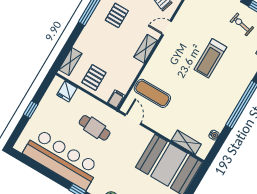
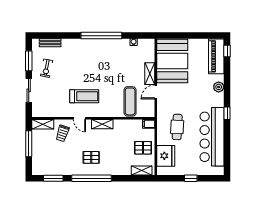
treadmill: (210, 58) -> (84, 96), moved
fridge: (67, 91) -> (166, 156), width x1.88, depth x1.34
door: (133, 119) -> (156, 92), moved
shelving: (186, 142) -> (150, 74), moved

